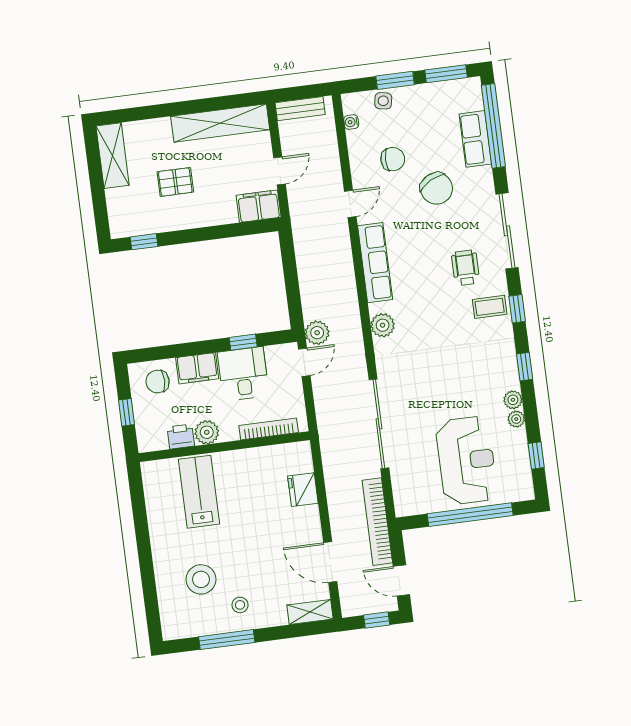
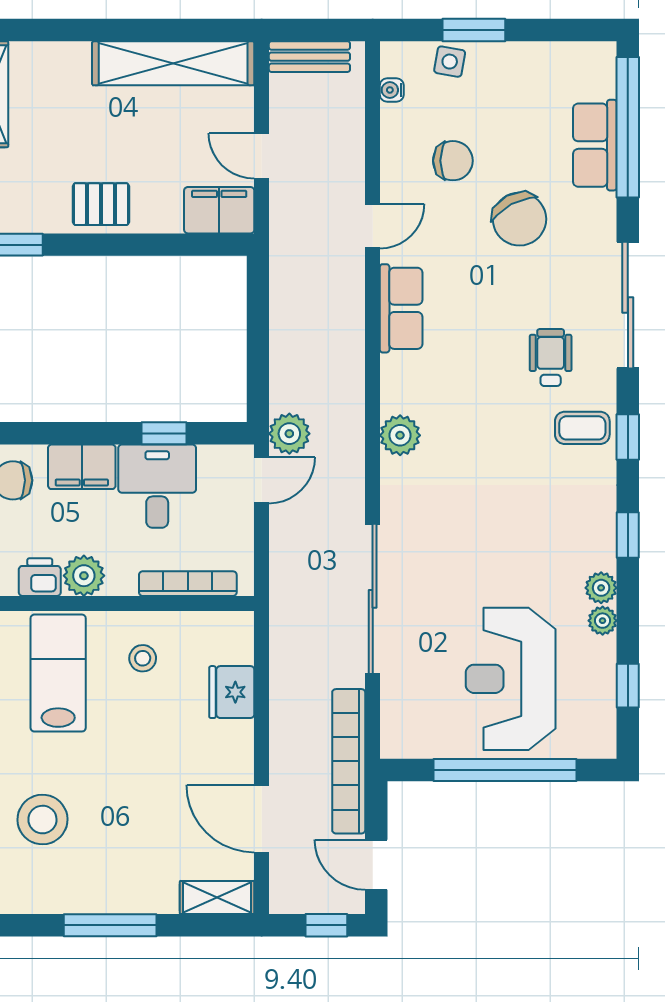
window: (446, 74) -> (560, 30), removed
door: (279, 171) -> (262, 156), swing flipped
pallet: (175, 182) -> (101, 204), moved
row of seats: (375, 263) -> (401, 308), width x0.68
reception desk: (467, 460) -> (511, 679), turned 180
stool: (240, 605) -> (143, 658), moved
window: (227, 640) -> (110, 925), moved

